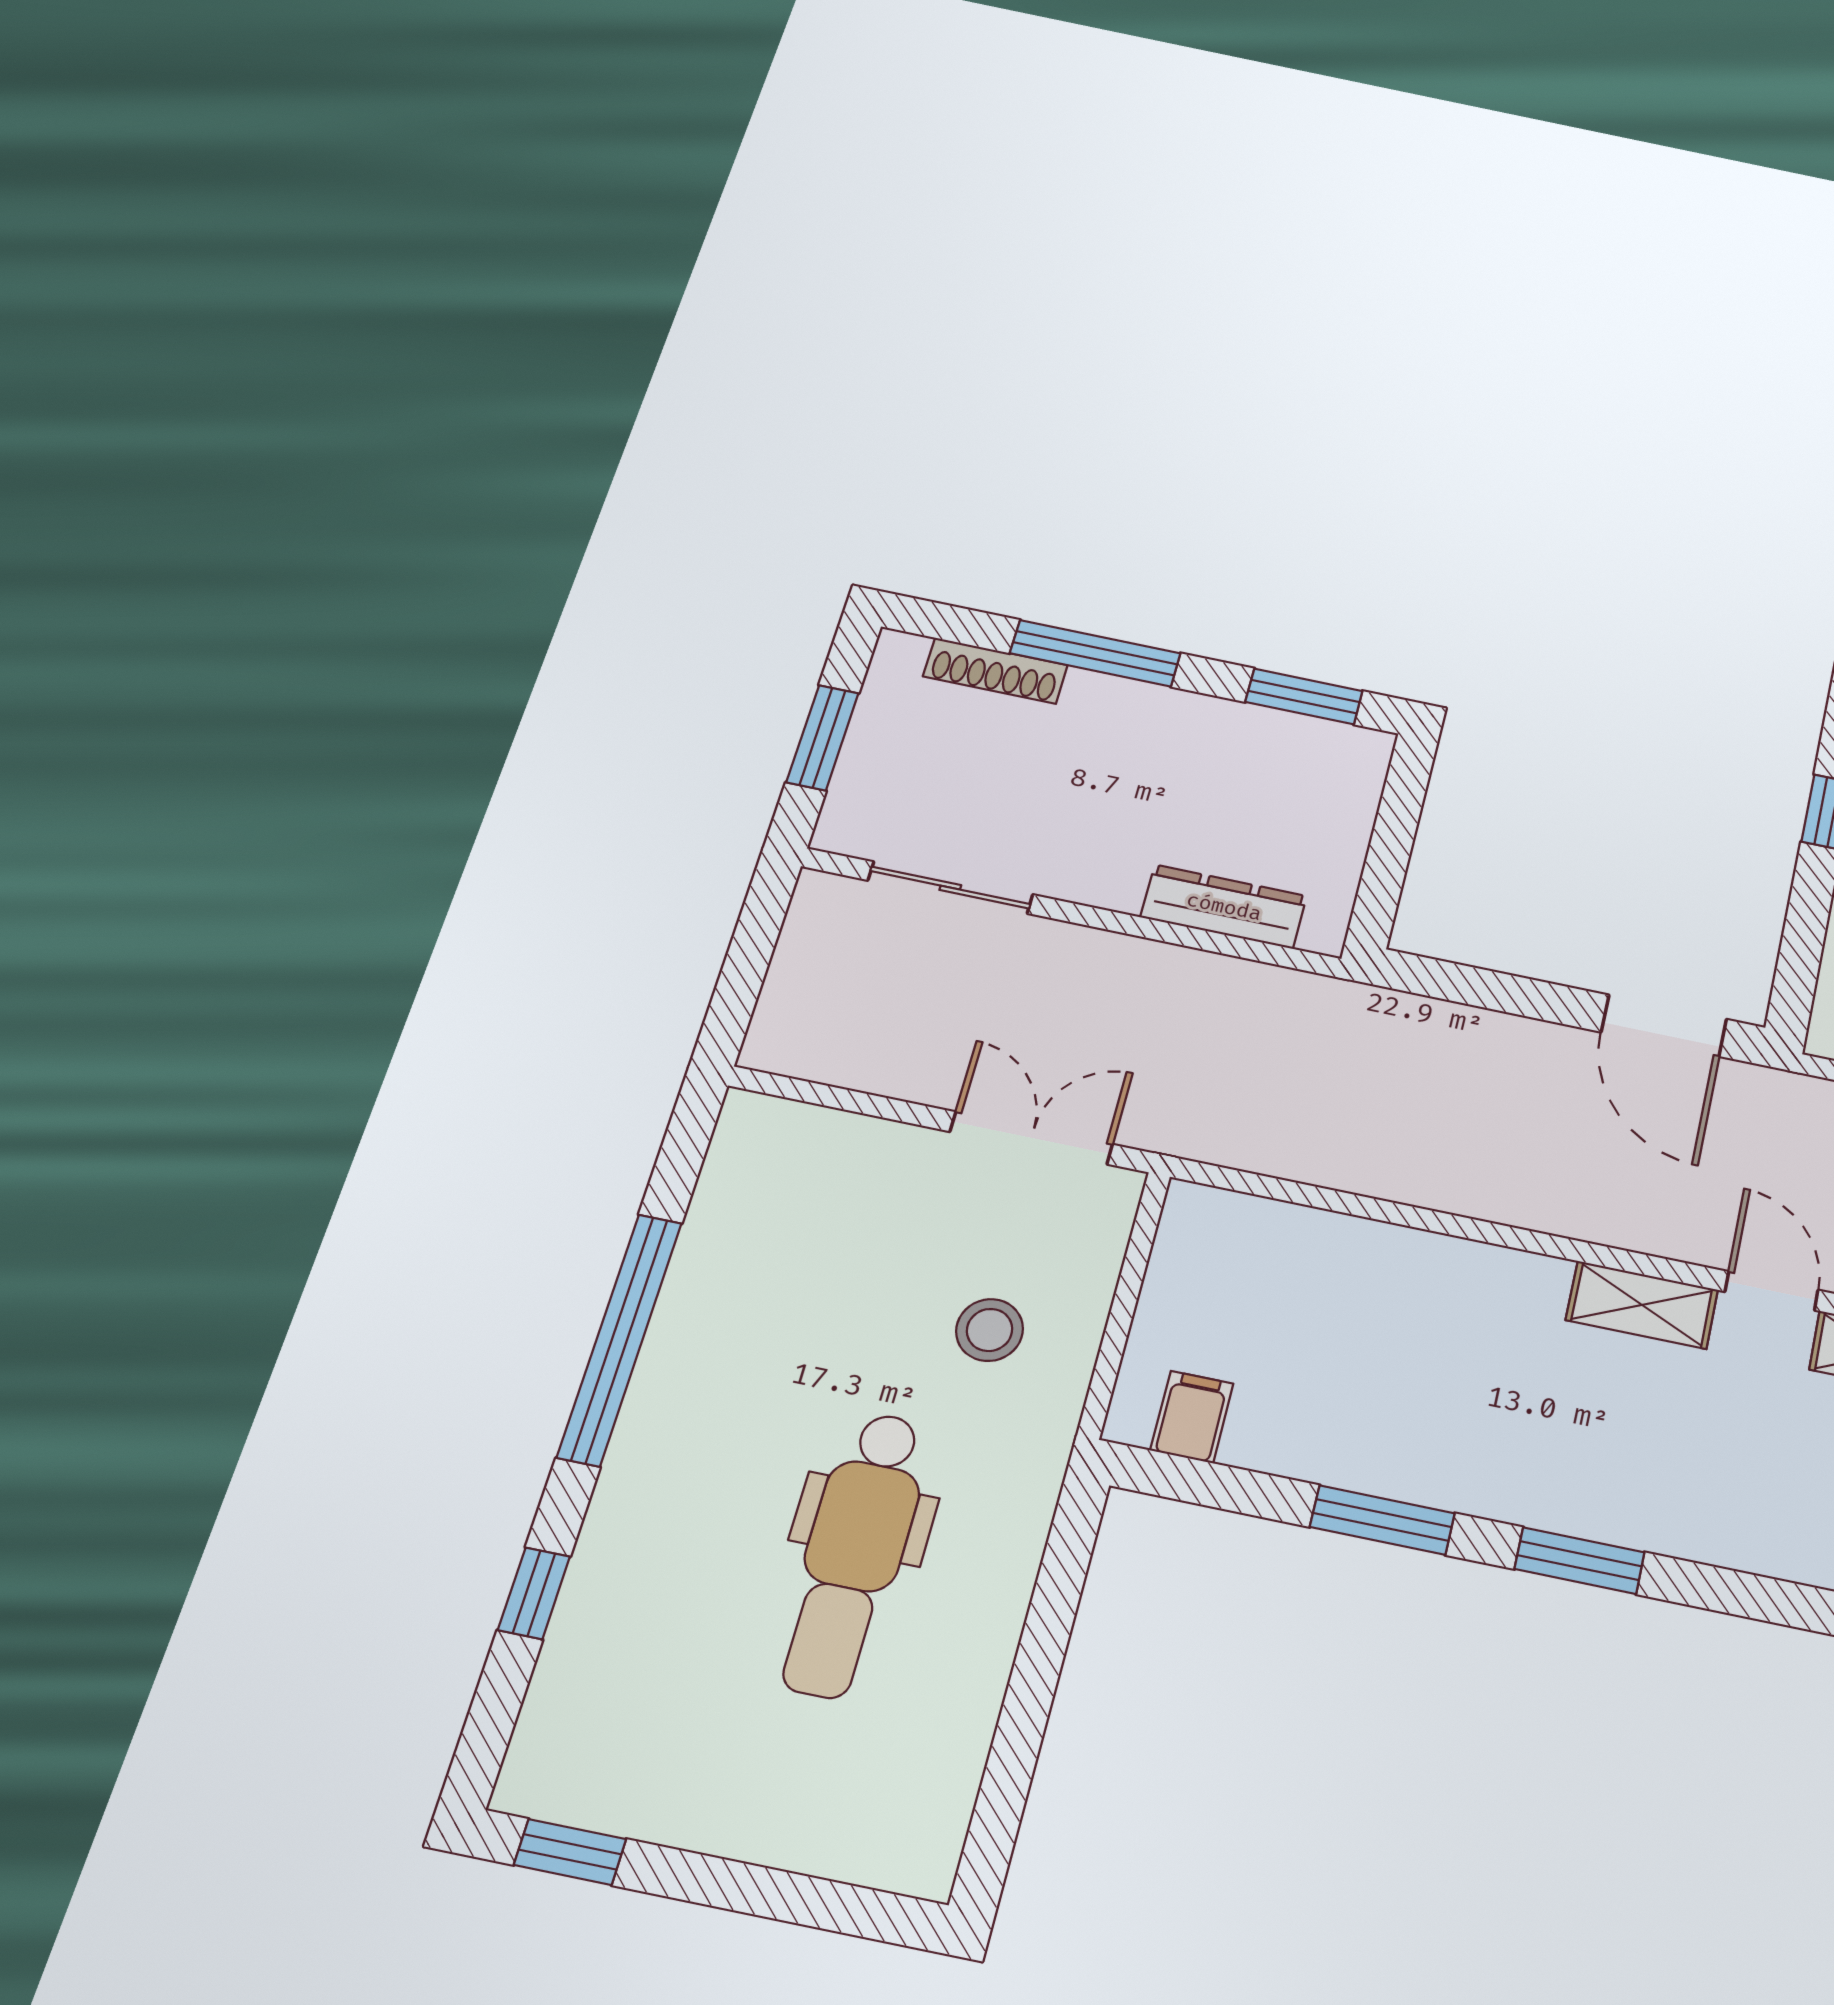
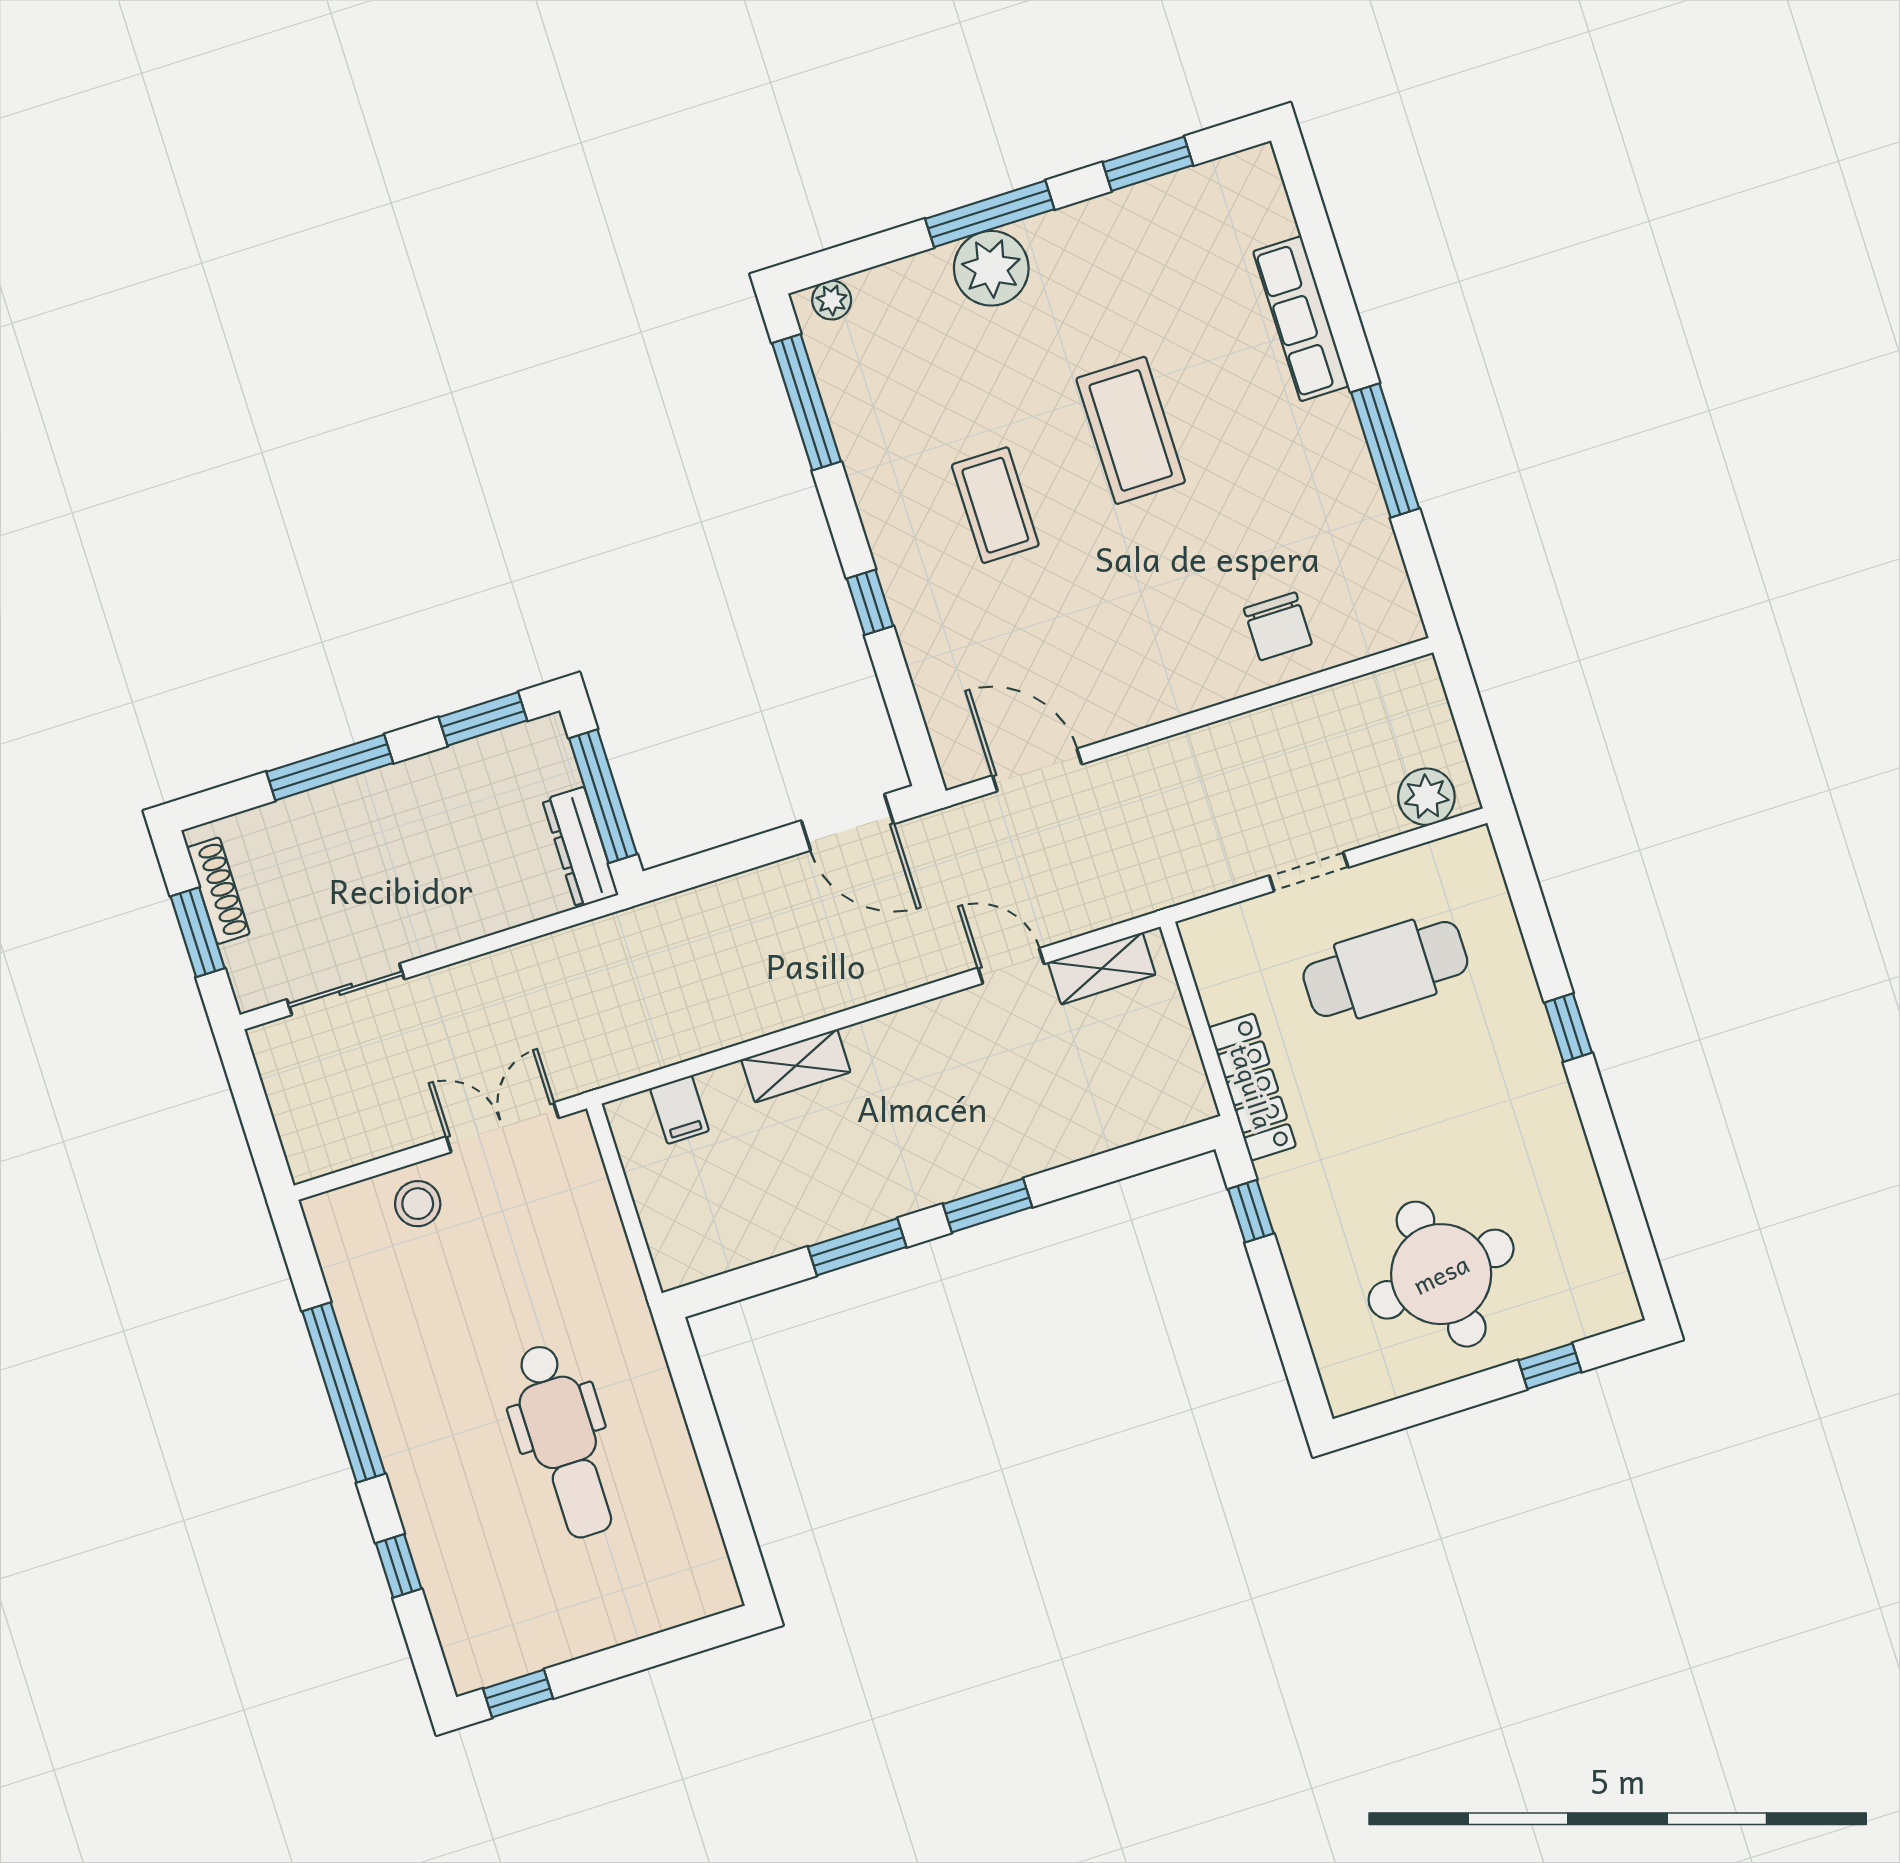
shoe rack: (995, 671) -> (218, 891), moved, turned -90
window: (1391, 847) -> (603, 796), added
dresser: (1224, 907) -> (580, 847), moved, turned -90
shelving: (1642, 1305) -> (796, 1066), moved
stool: (990, 1330) -> (418, 1204), moved
filing cabinet: (1192, 1417) -> (680, 1110), moved, turned 180

